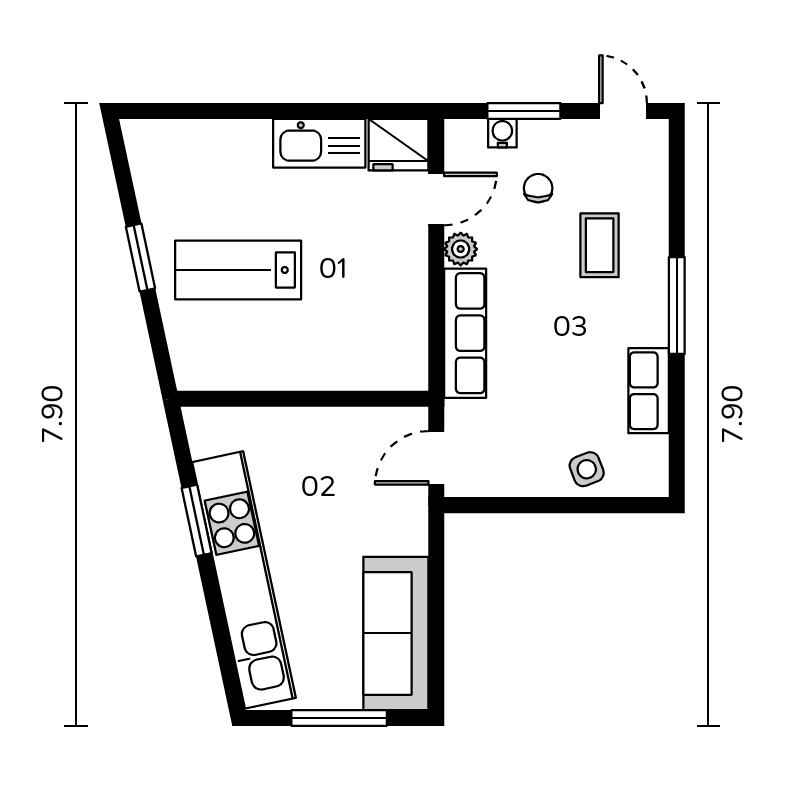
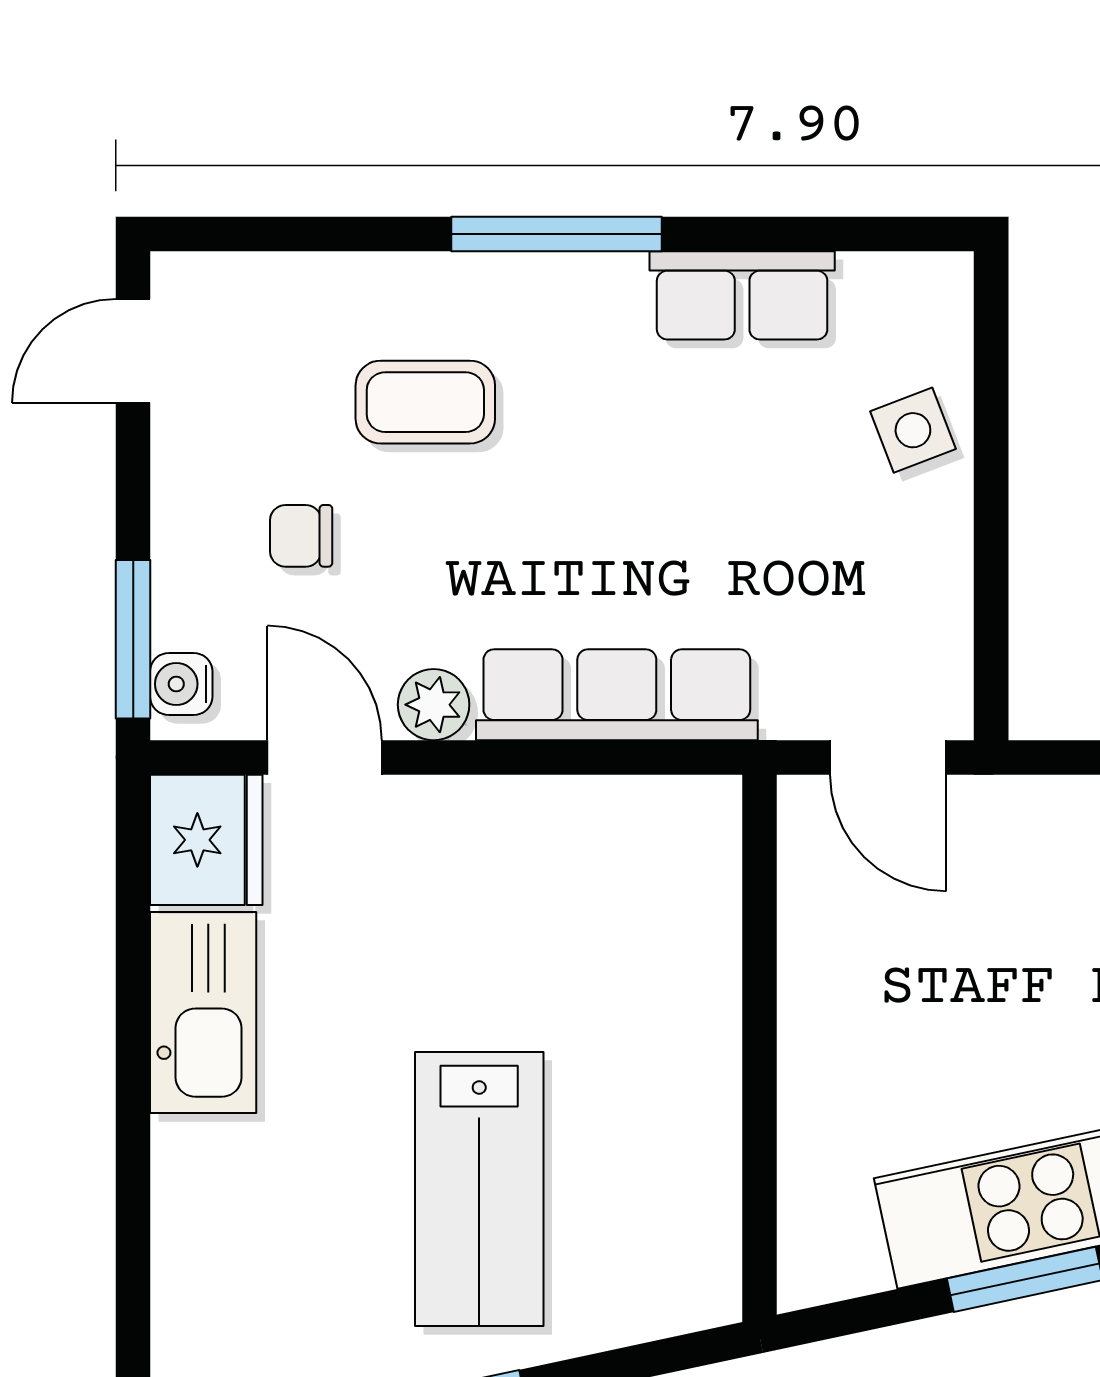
window: (524, 111) -> (133, 639), moved
water cooler: (502, 133) -> (181, 684), moved

